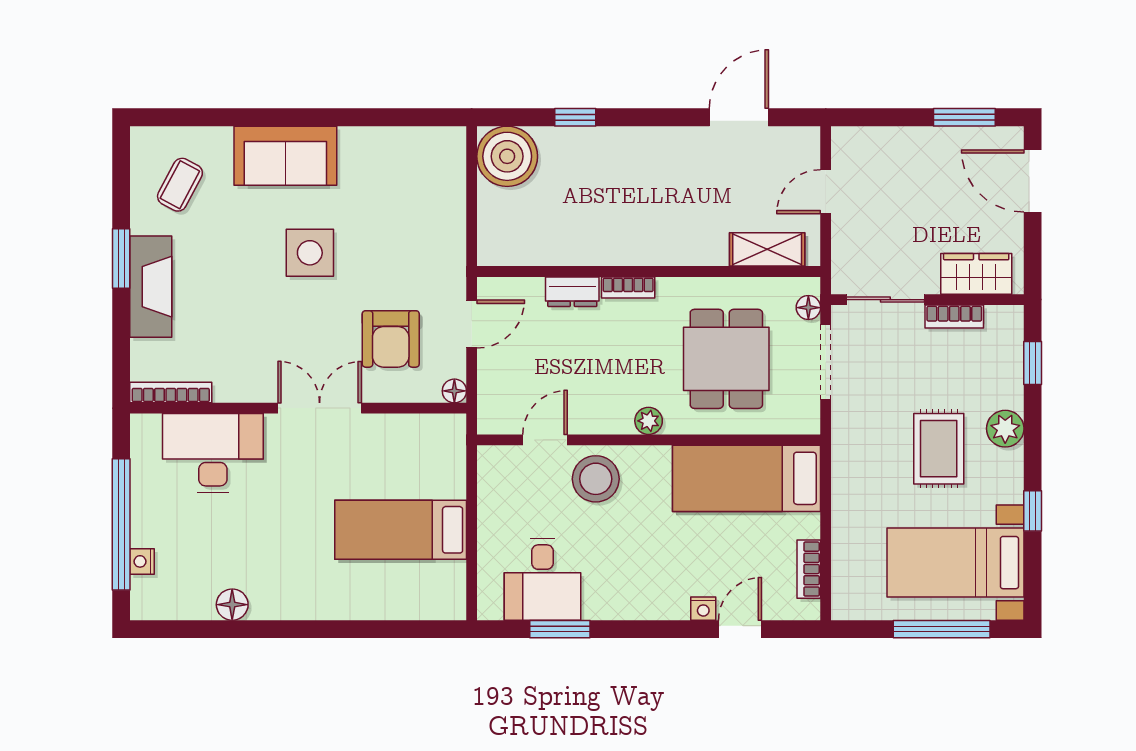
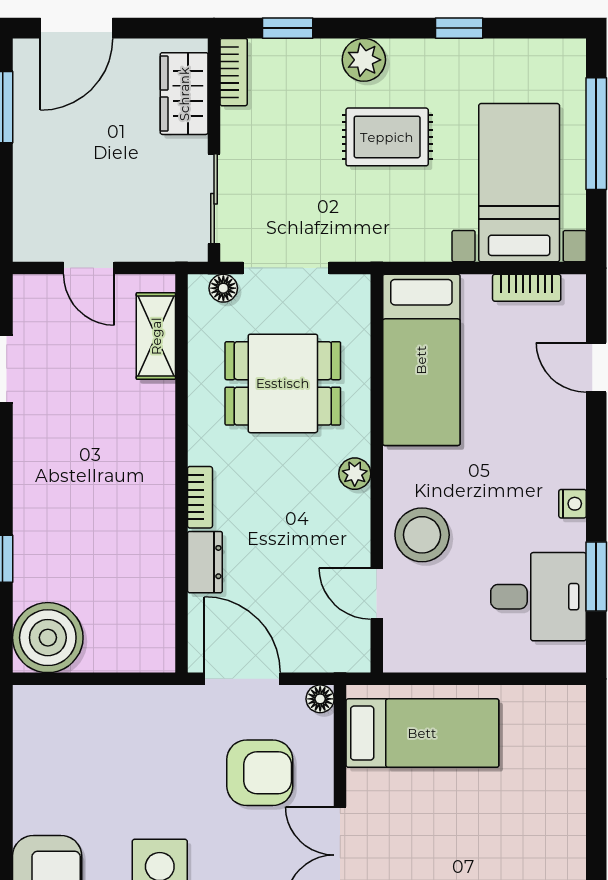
bookcase: (954, 316) -> (234, 72), moved
door: (472, 324) -> (242, 679), width x1.38
bed: (401, 530) -> (422, 733), moved, turned -90
bed with nightstands: (955, 563) -> (519, 183), moved, turned 180
nightstand: (703, 609) -> (573, 504), moved

